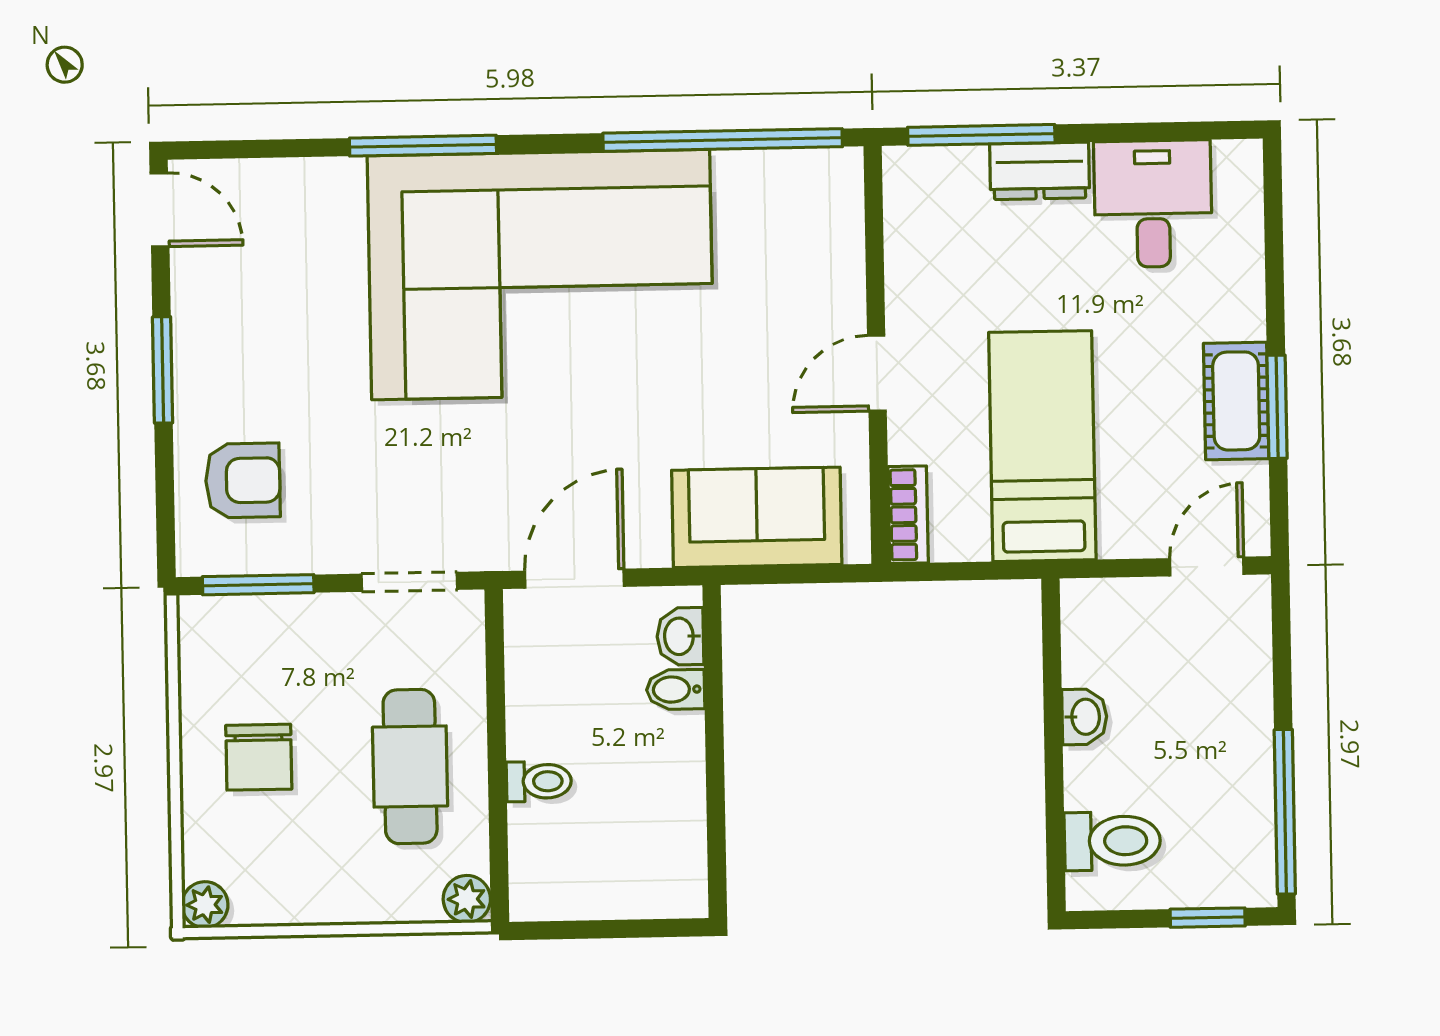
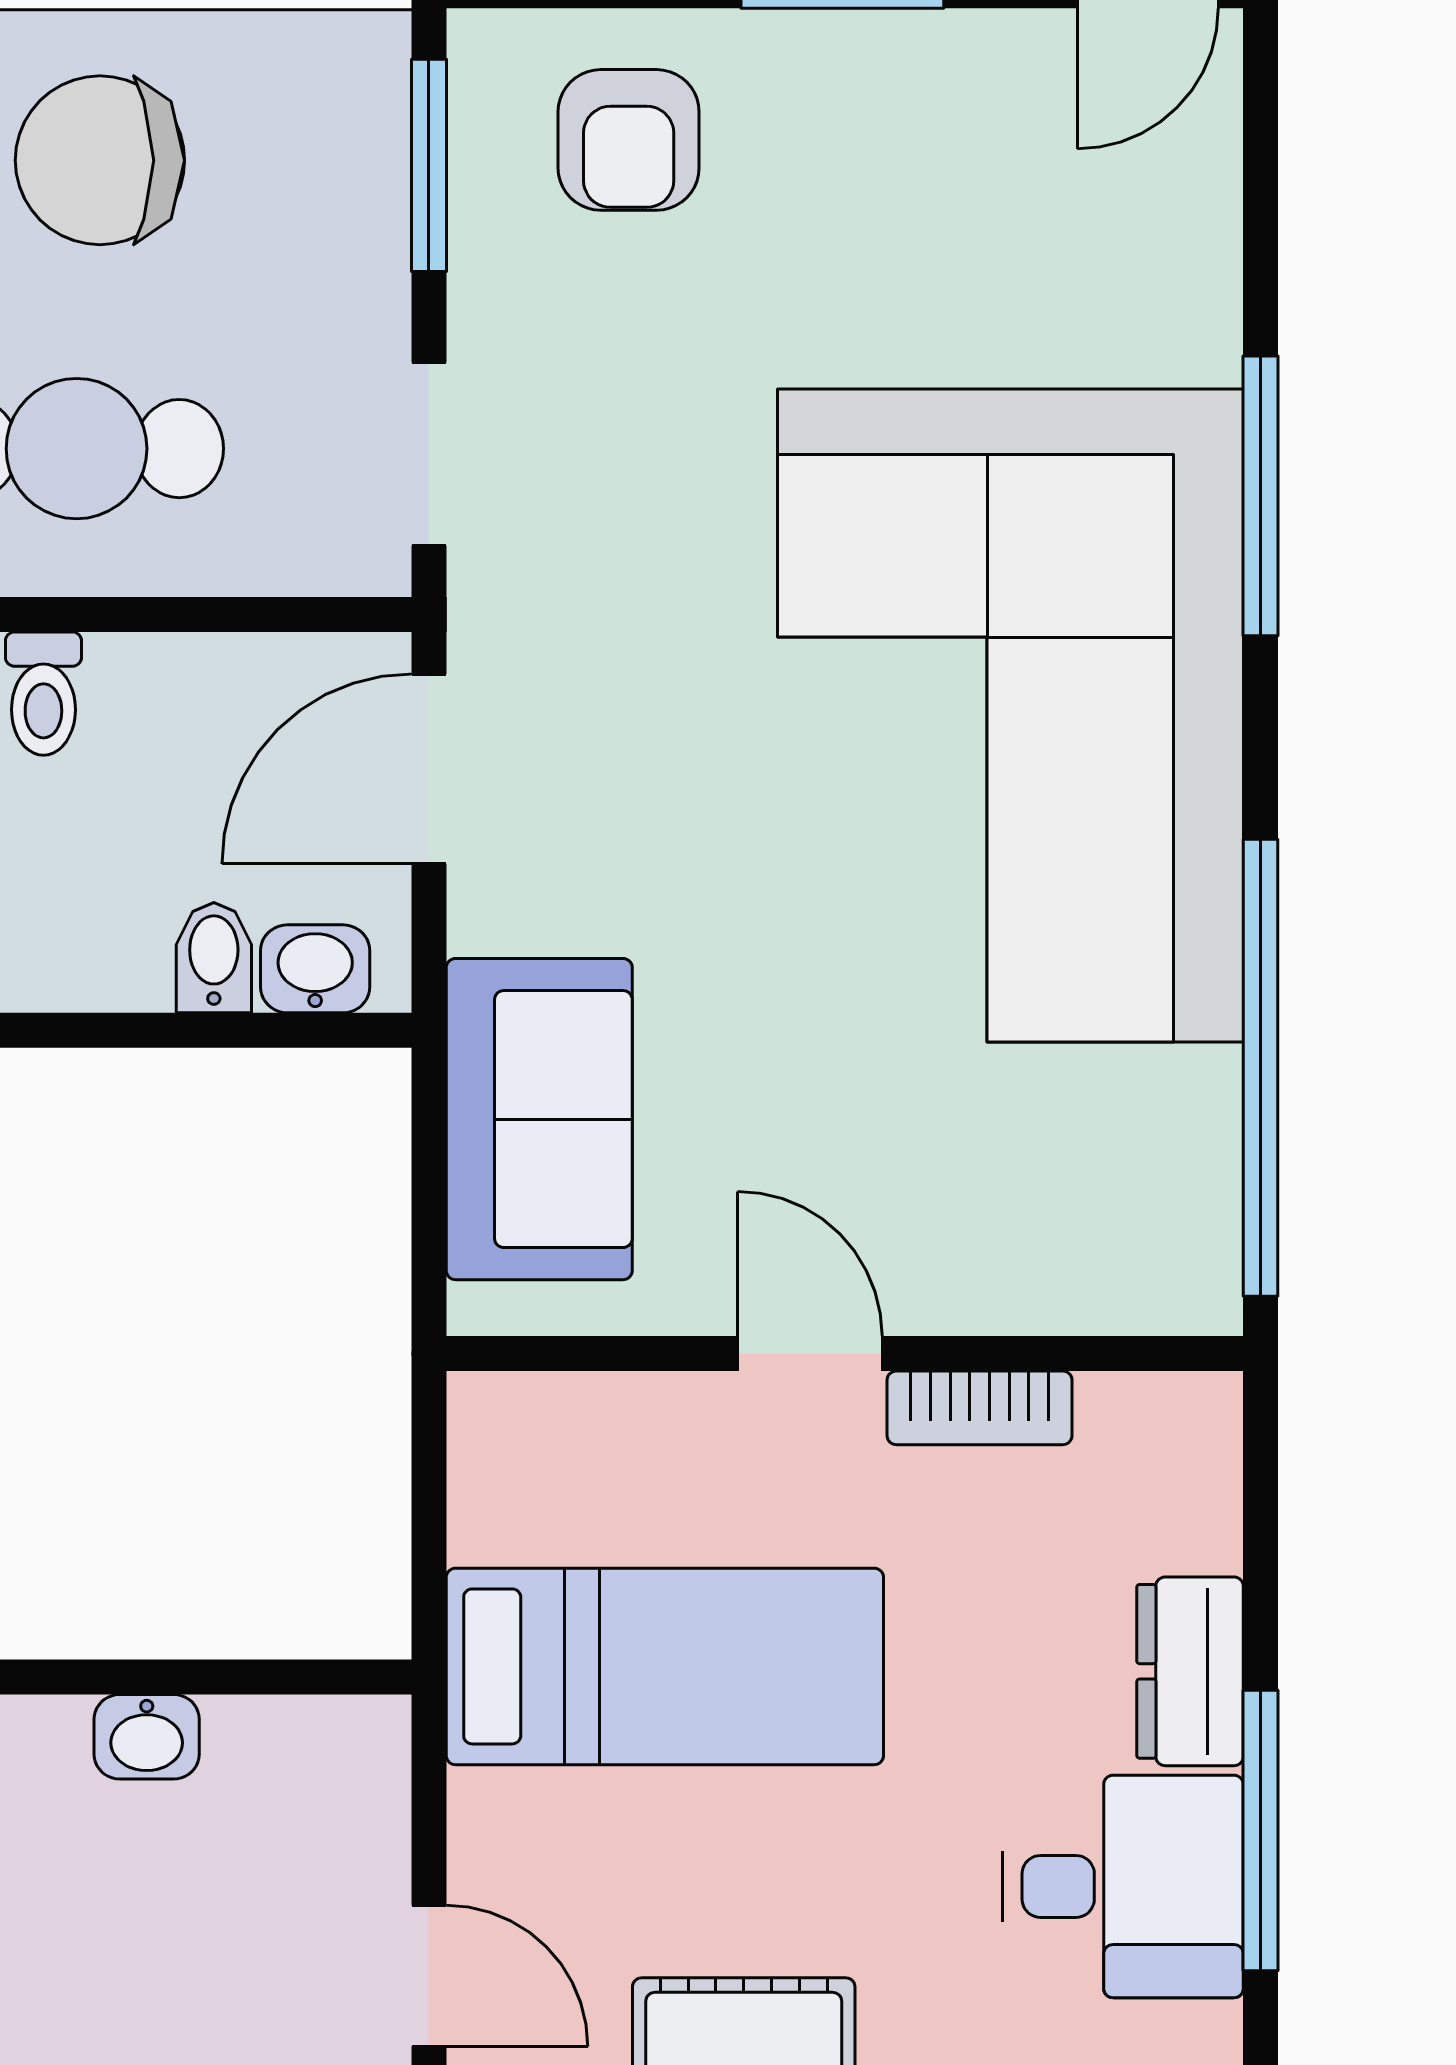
window: (981, 135) -> (1261, 1831), moved
bookcase: (908, 515) -> (980, 1408), moved
door: (574, 579) -> (429, 769), swing flipped
chair: (259, 757) -> (100, 160), width x1.37, depth x1.37

